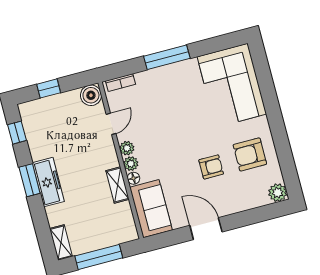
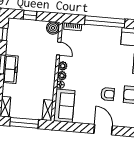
window: (167, 57) -> (105, 22), width x1.46
door: (111, 124) -> (59, 49), hinge flipped
shelving: (117, 185) -> (48, 110), moved
door: (206, 229) -> (103, 130), moved

